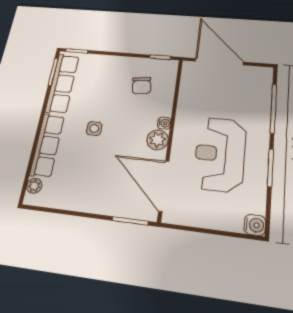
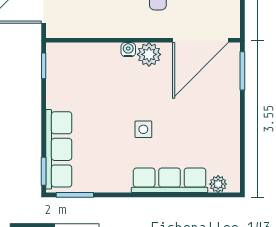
row of seats: (62, 83) -> (59, 149), moved, turned 90
chair: (142, 86) -> (84, 83), removed

